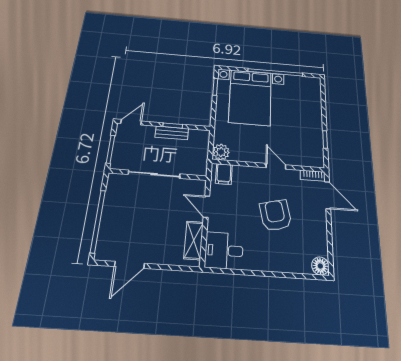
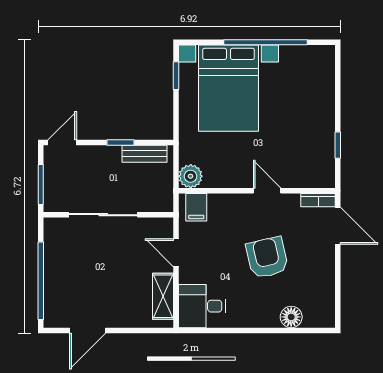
bench: (172, 133) -> (144, 154), moved
floor lamp: (320, 266) -> (291, 317), moved

